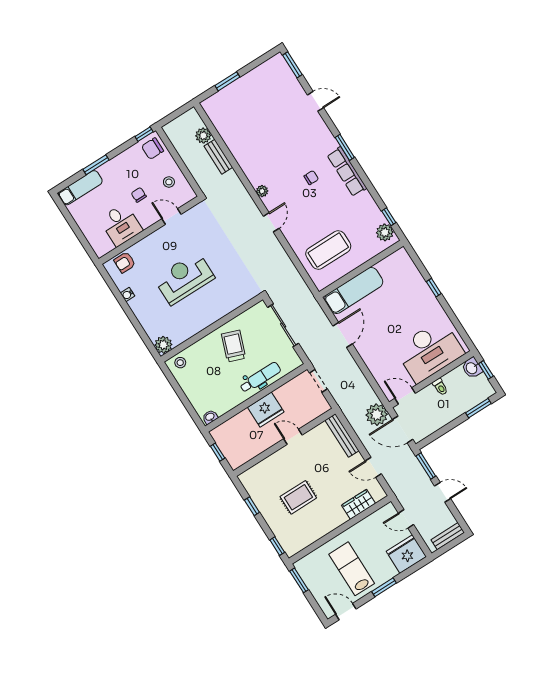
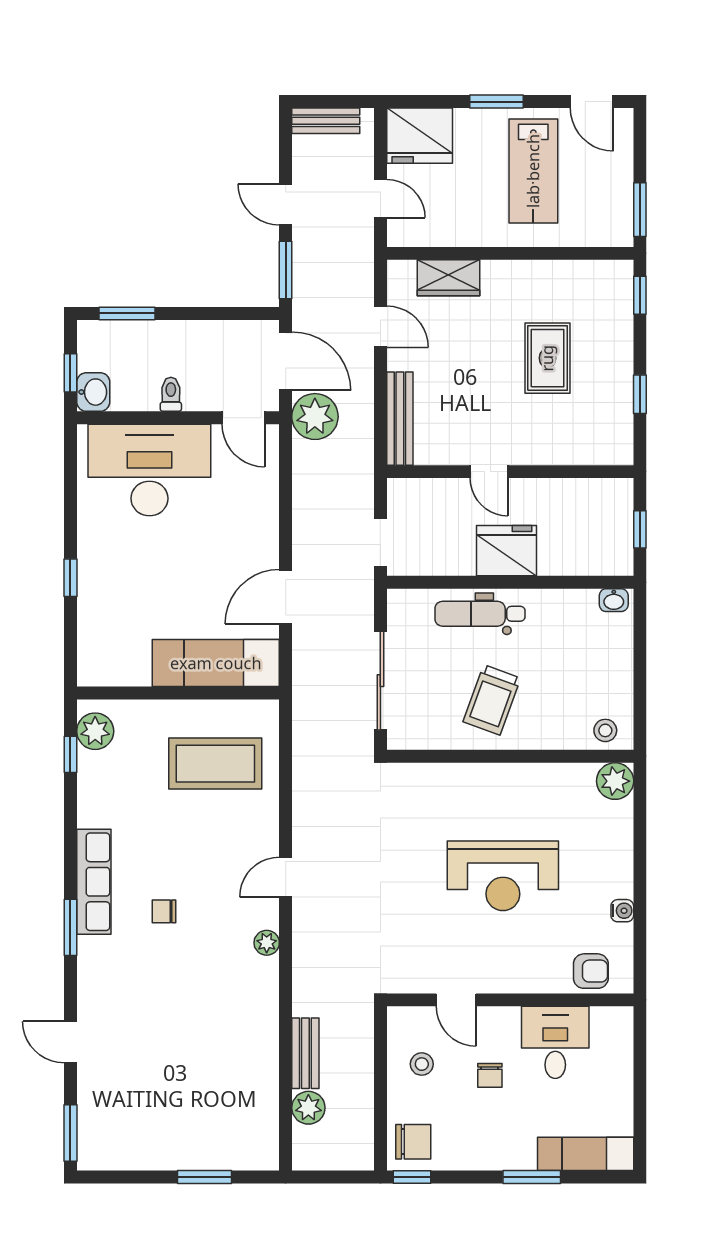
rug: (298, 497) -> (547, 358), turned 90

